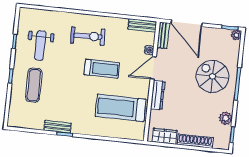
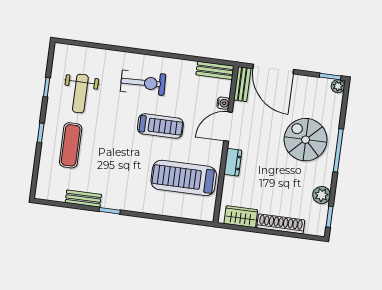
dresser: (158, 95) -> (233, 162), width x0.70
bench: (58, 127) -> (83, 199), moved

